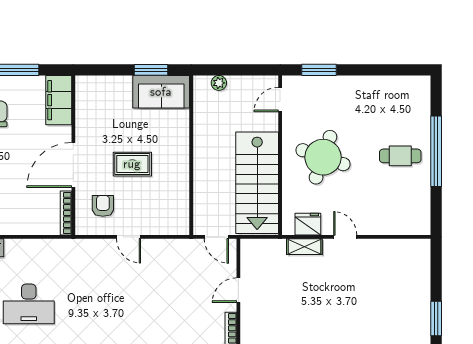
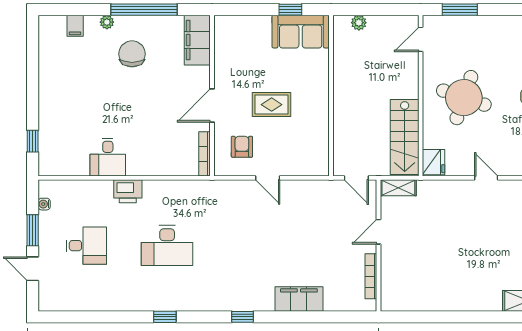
window: (151, 70) -> (290, 10), width x0.67
door: (73, 165) -> (212, 105), width x0.73
stairs: (257, 183) -> (405, 137), width x0.73, depth x0.66
fridge: (308, 224) -> (433, 162), moved, turned 90
shelving: (304, 247) -> (398, 188), moved

